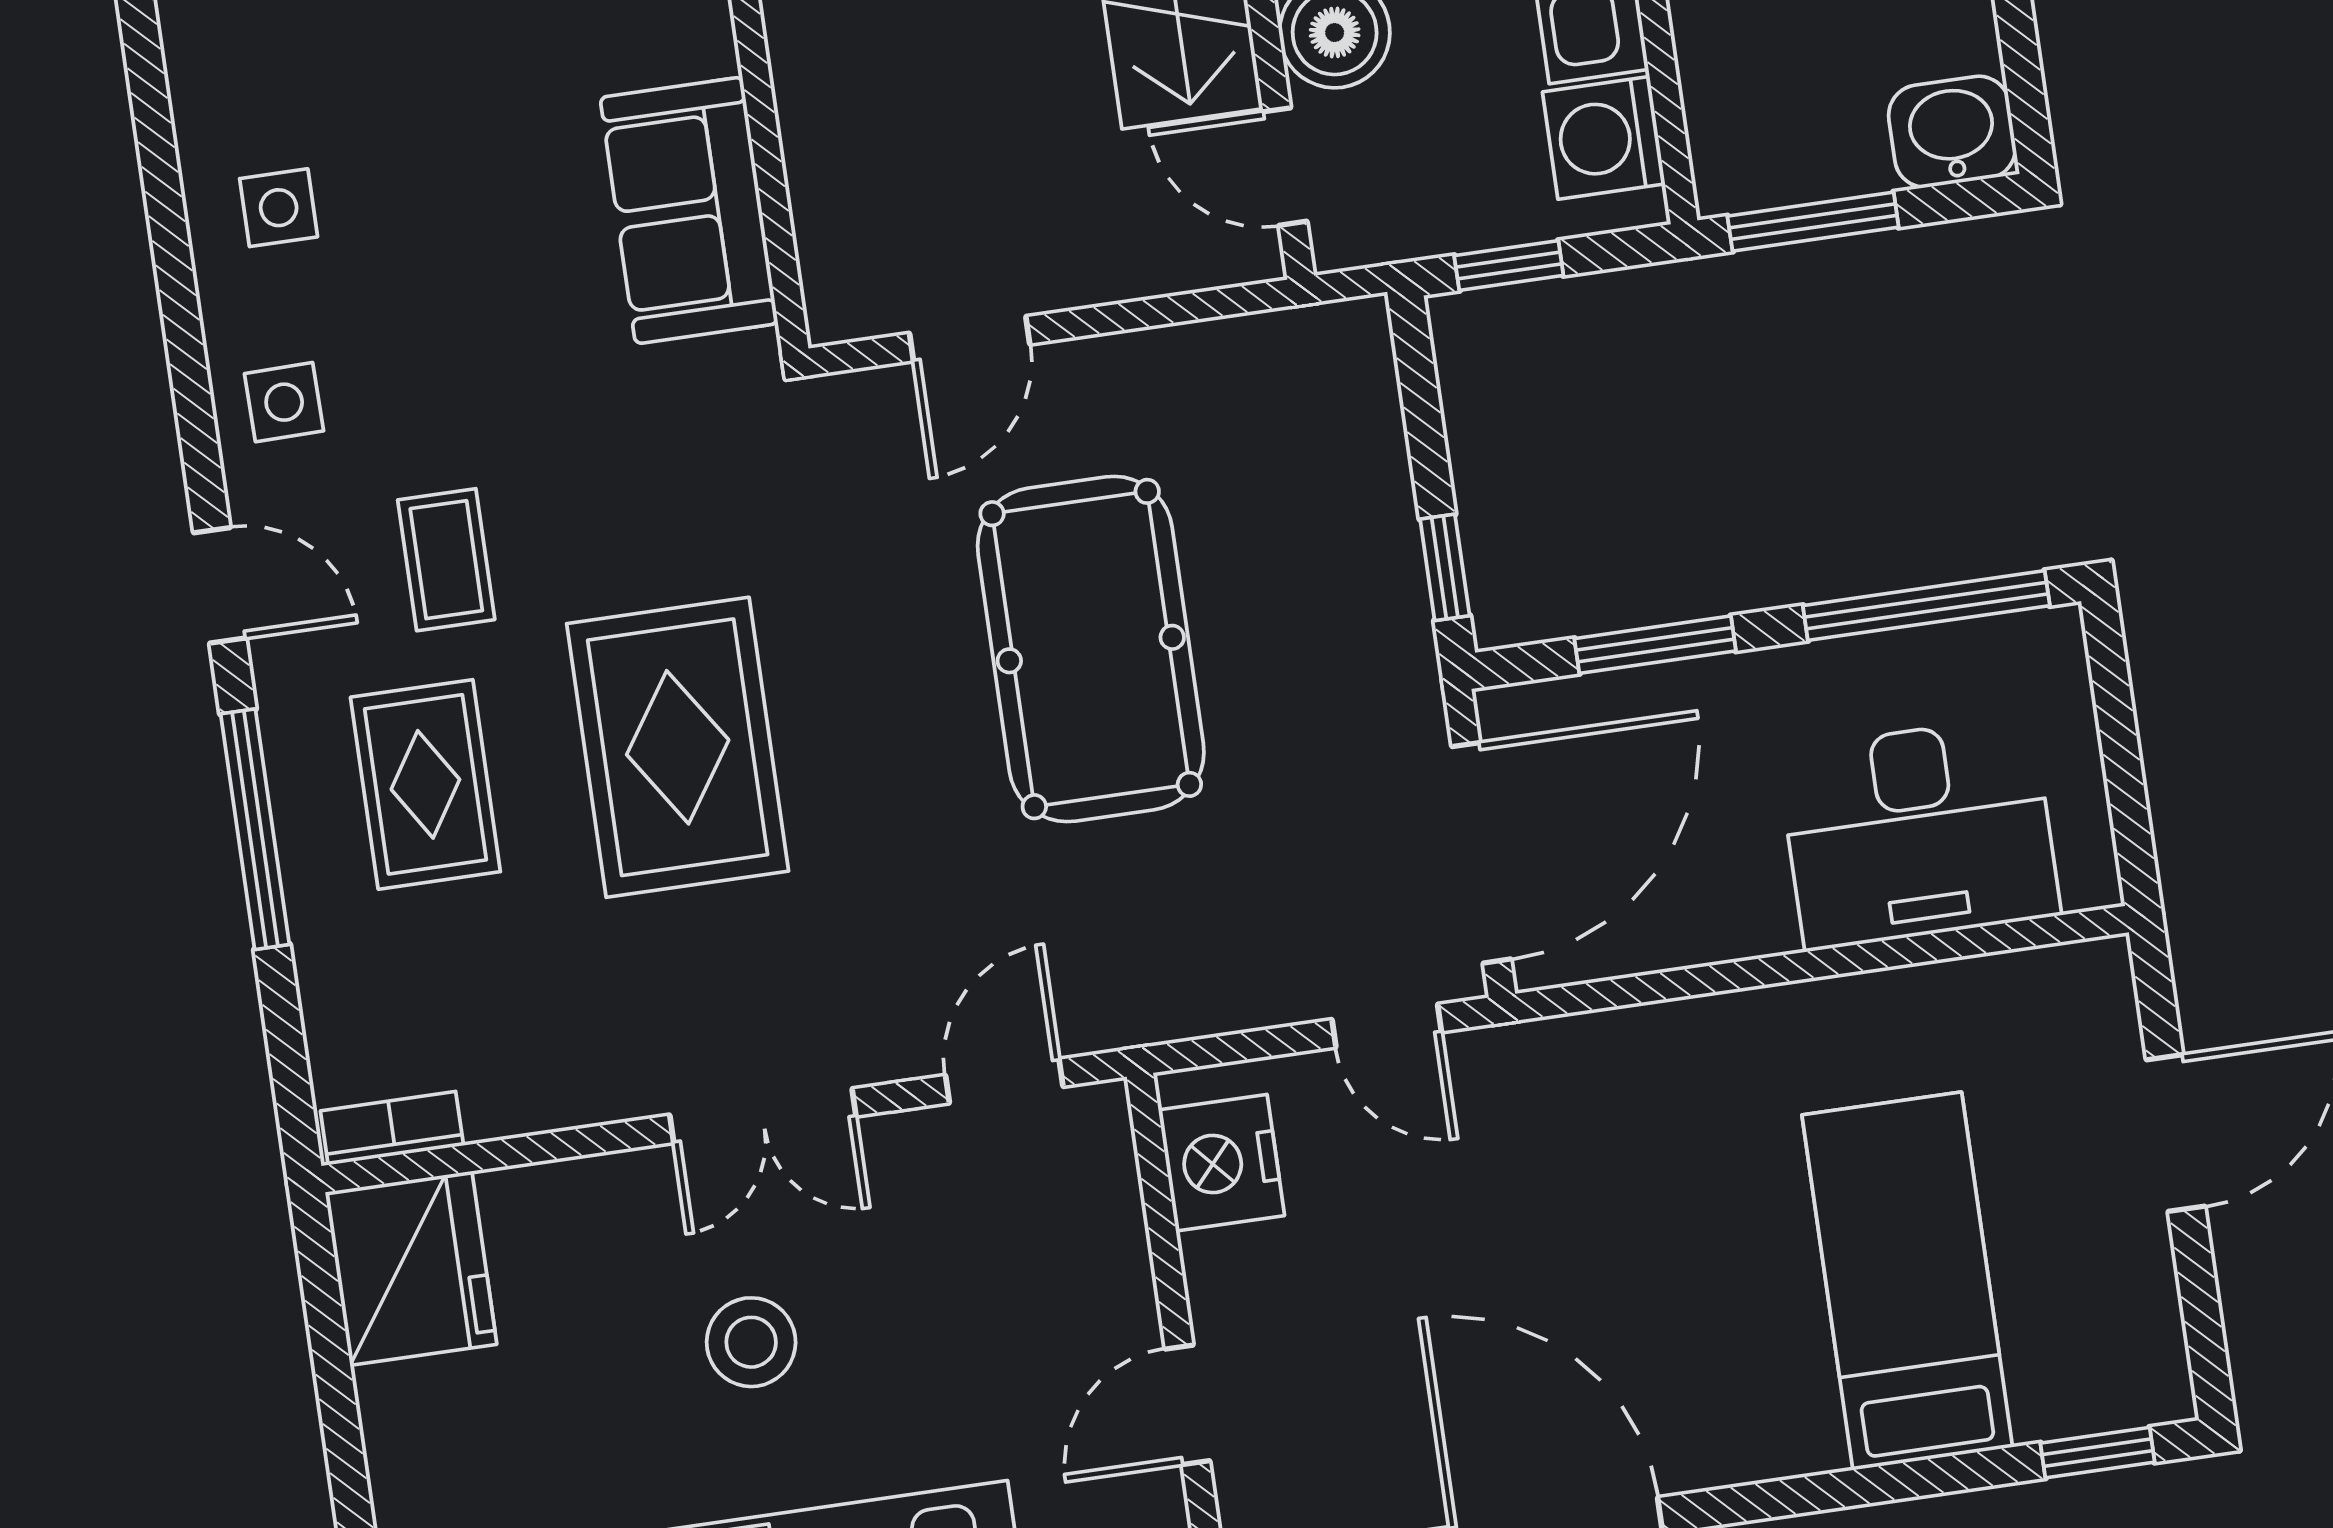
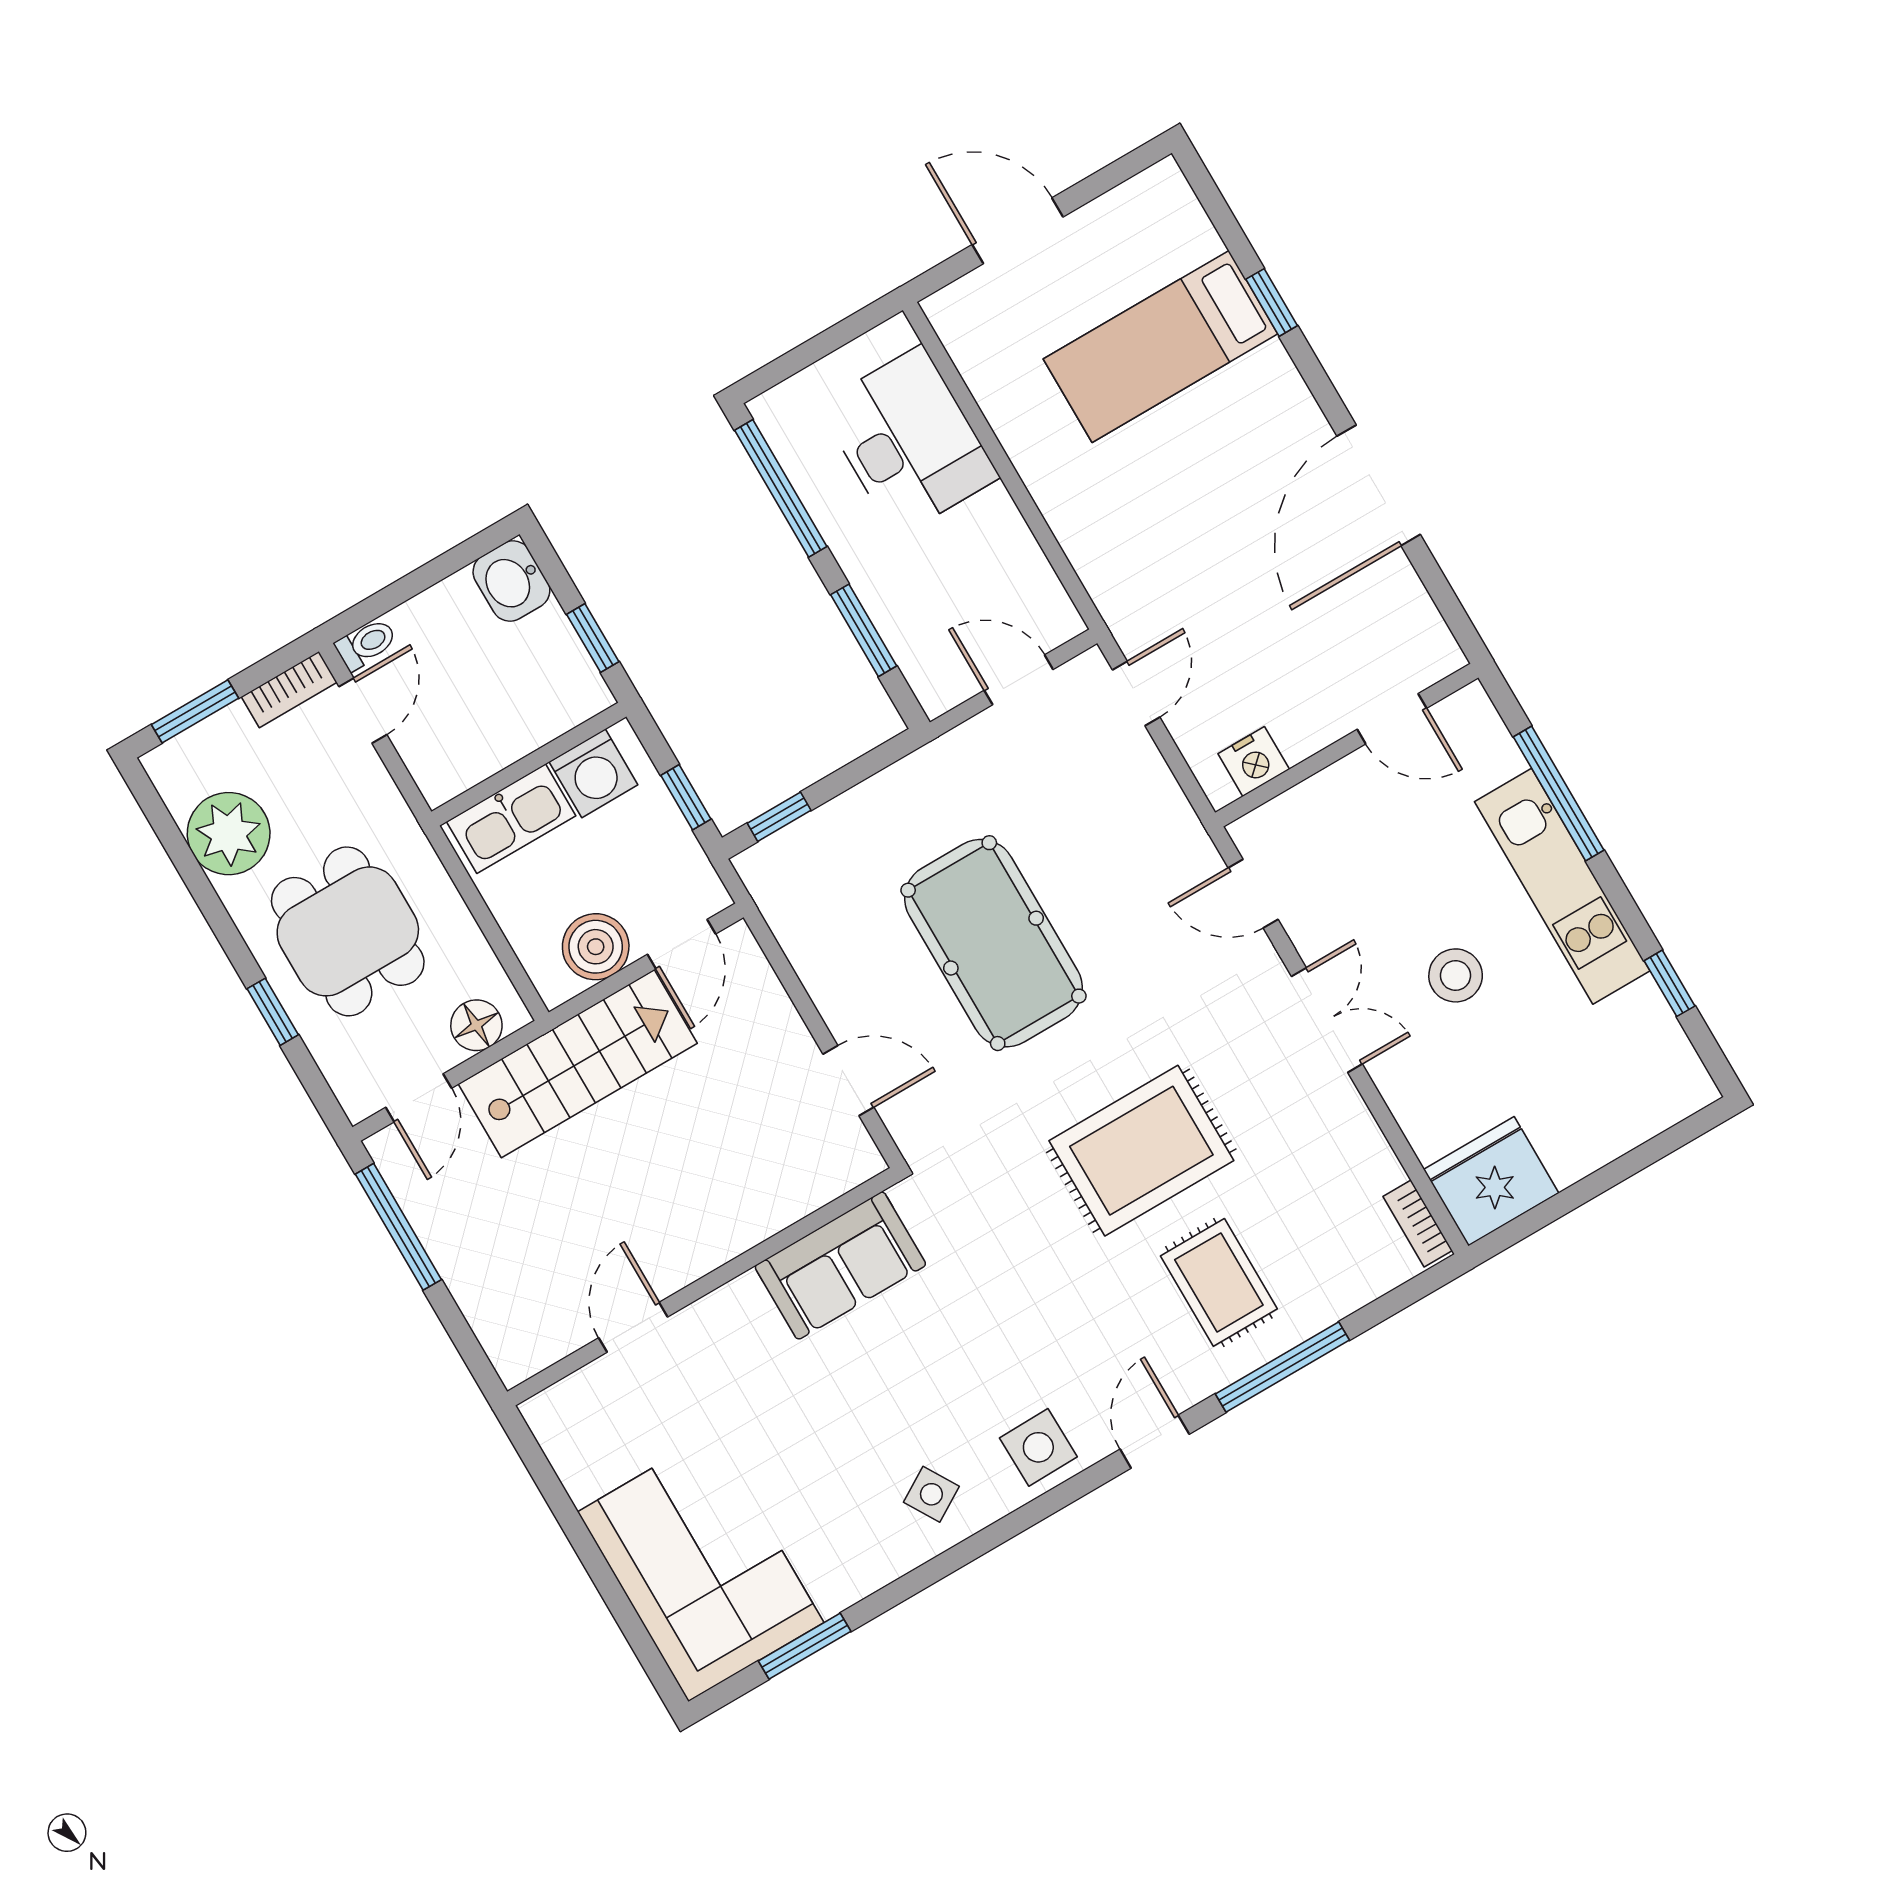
side table: (279, 208) -> (931, 1494), turned -31
window: (1813, 222) -> (593, 638), width x0.67
side table: (284, 402) -> (1038, 1447), width x1.37, depth x1.37
coffee table: (446, 560) -> (1089, 1322), removed
window: (1445, 567) -> (779, 817), moved
pool table: (1091, 649) -> (993, 943), turned 90
rug: (425, 784) -> (1219, 1282), turned 90
door: (1481, 853) -> (1019, 680), width x0.53
nightstand: (1221, 1163) -> (1254, 762), width x0.74, depth x0.75
window: (2098, 1453) -> (1272, 302), moved

